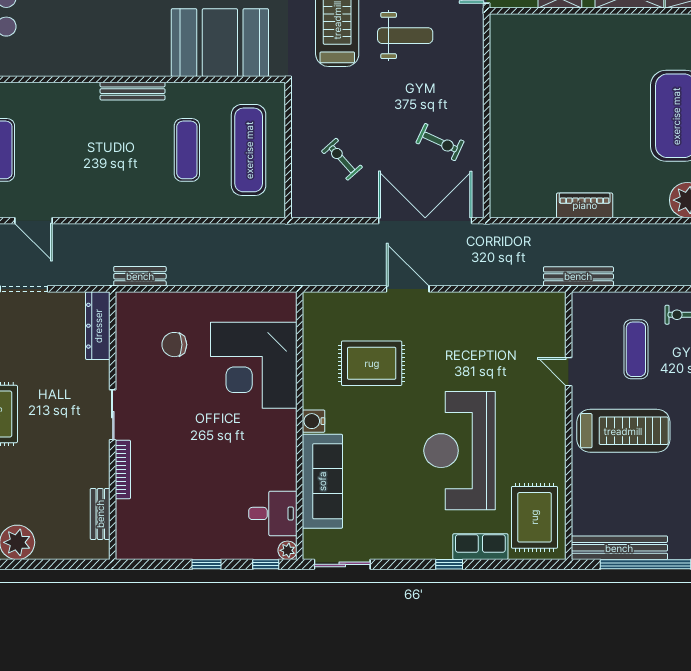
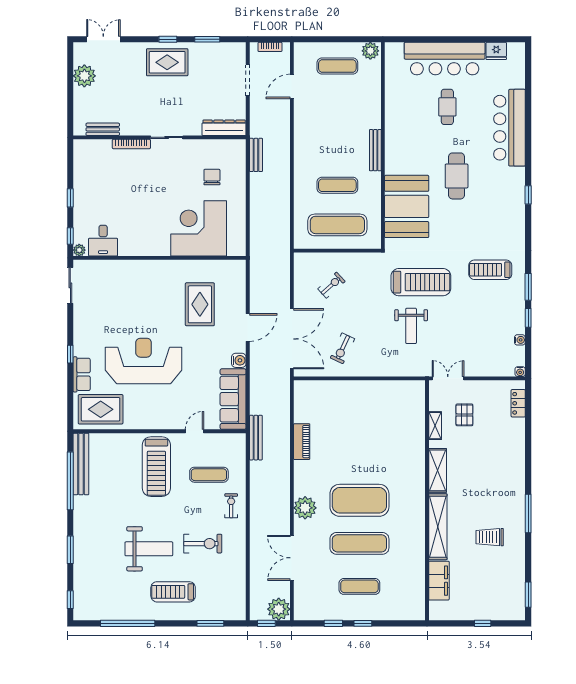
water cooler: (314, 421) -> (239, 360), moved, turned 90
sofa: (322, 481) -> (233, 399), moved, turned 90

